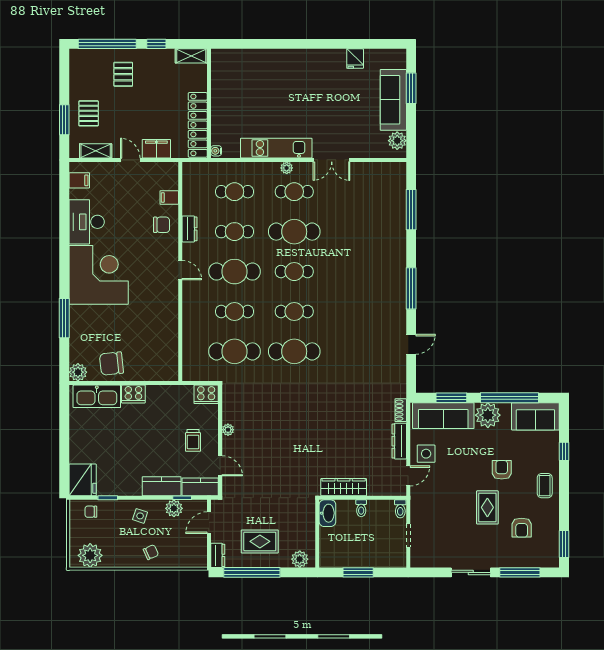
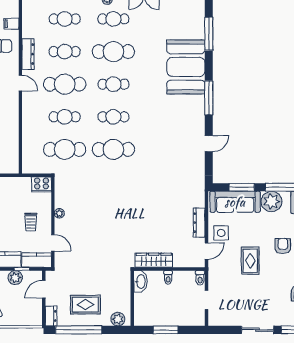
dresser: (190, 229) -> (28, 54), width x1.44
booth: (383, 250) -> (186, 67), added
shoe rack: (401, 410) -> (200, 197), removed
rug: (487, 507) -> (250, 261), moved

